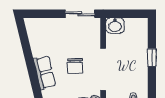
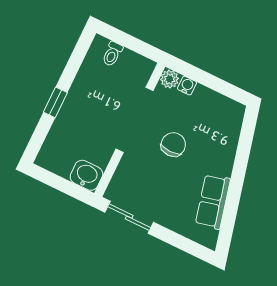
row of seats: (44, 72) -> (213, 202), moved

